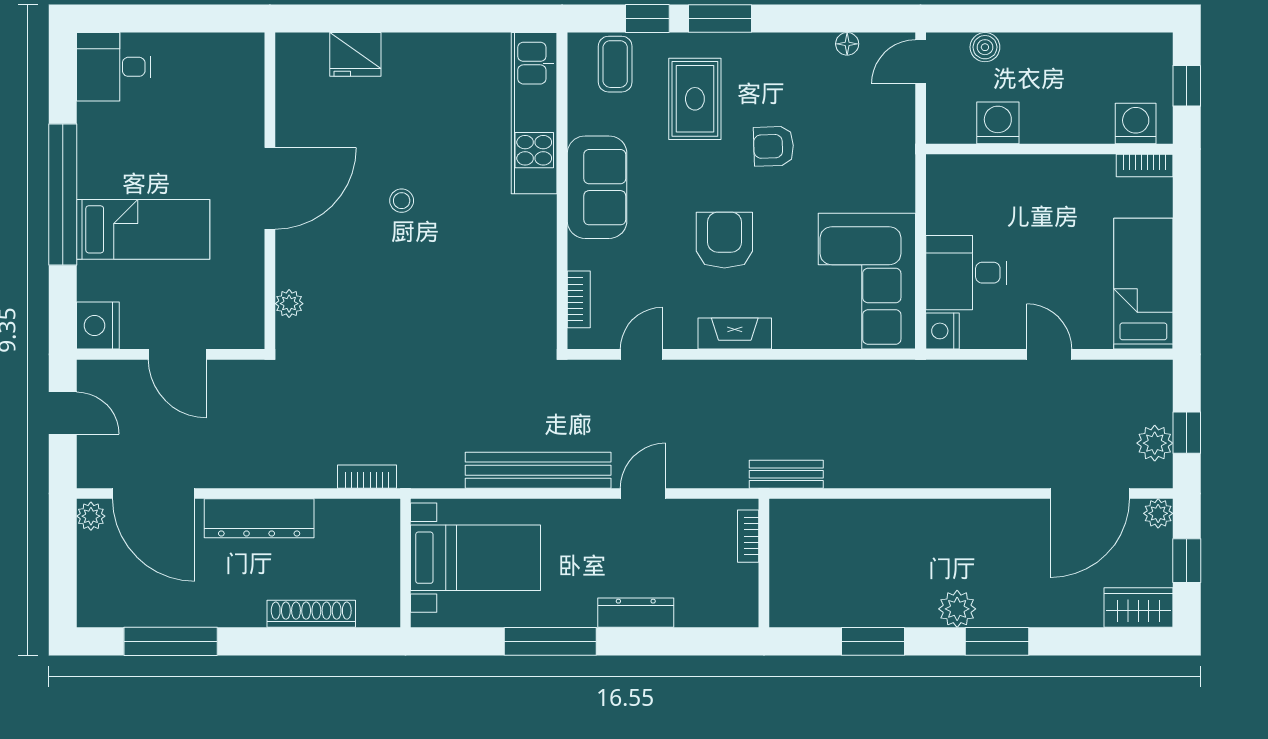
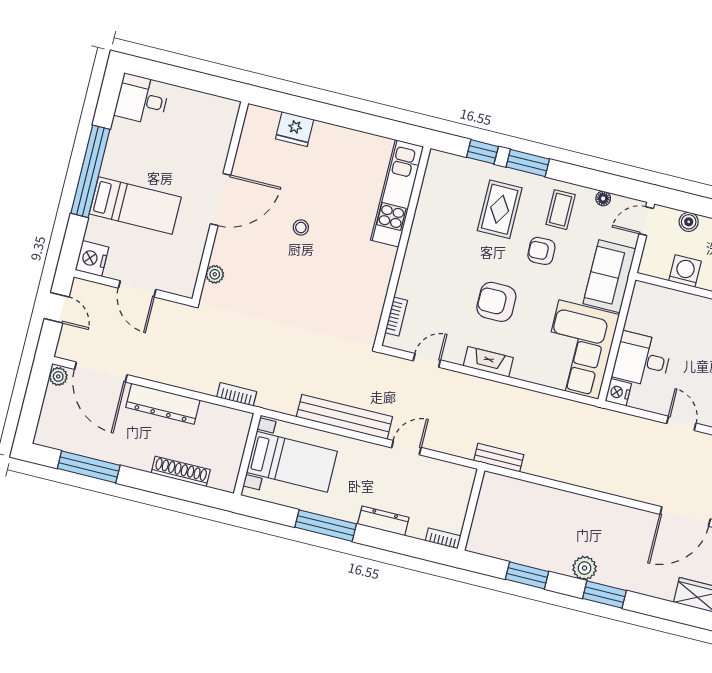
coffee table: (615, 64) -> (561, 210), moved
sofa: (597, 187) -> (609, 276), moved, turned 180
armchair: (724, 240) -> (496, 302), turned -90
bookcase: (748, 536) -> (443, 538), moved, turned 90

